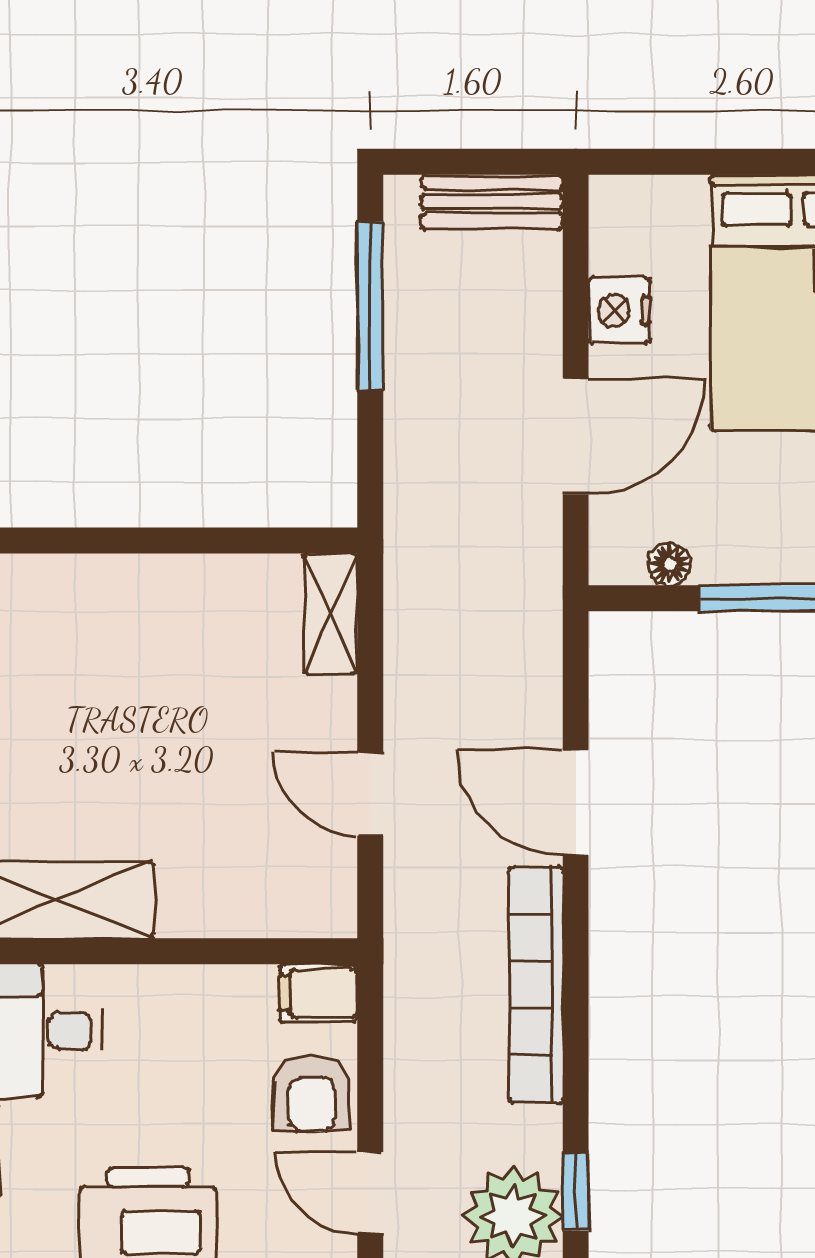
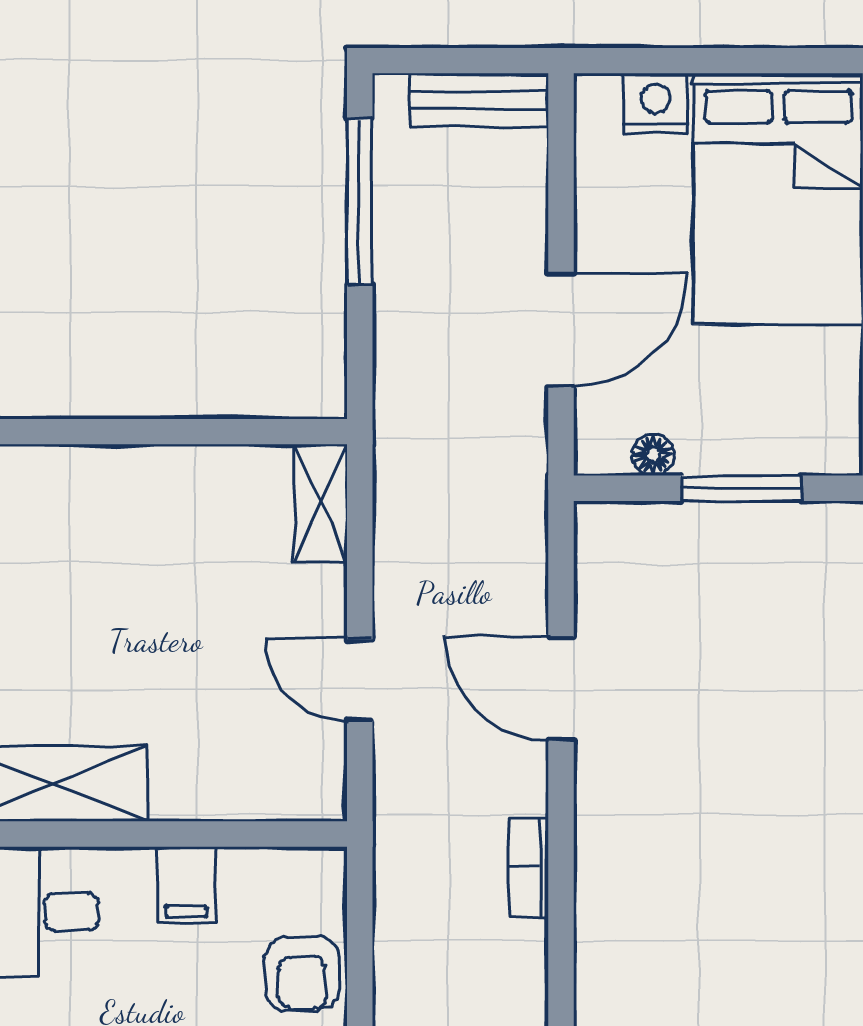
nightstand: (619, 311) -> (656, 103), moved, turned 90
bookcase: (536, 985) -> (528, 867), width x0.43, depth x0.76
filing cabinet: (319, 993) -> (186, 885), moved, turned -90

